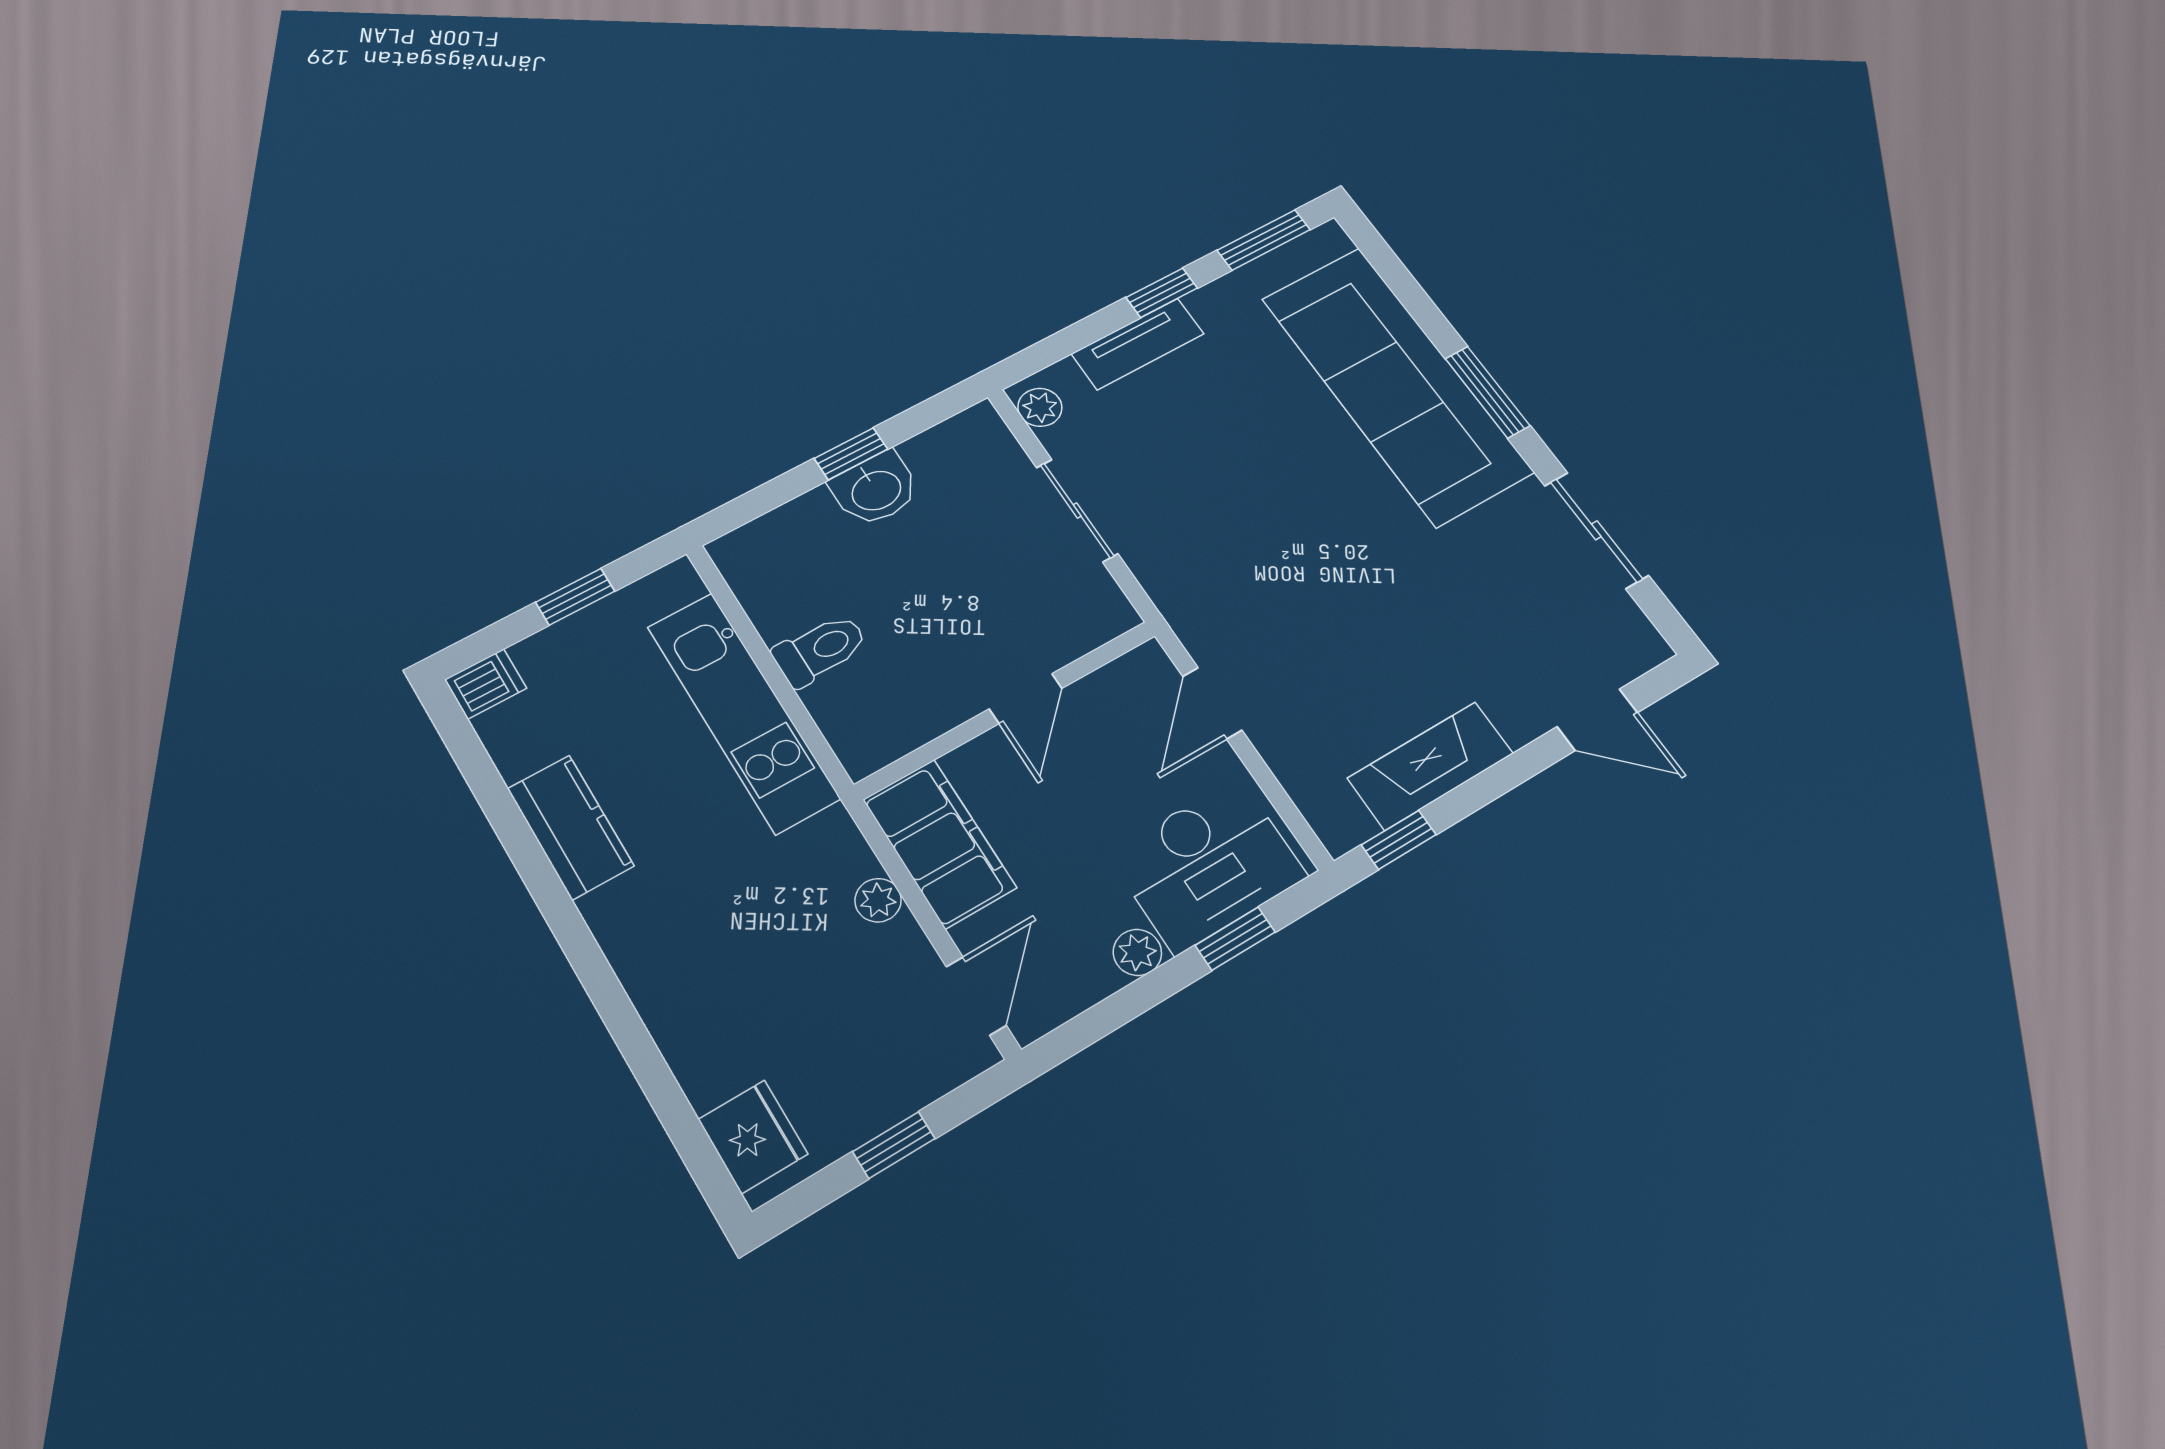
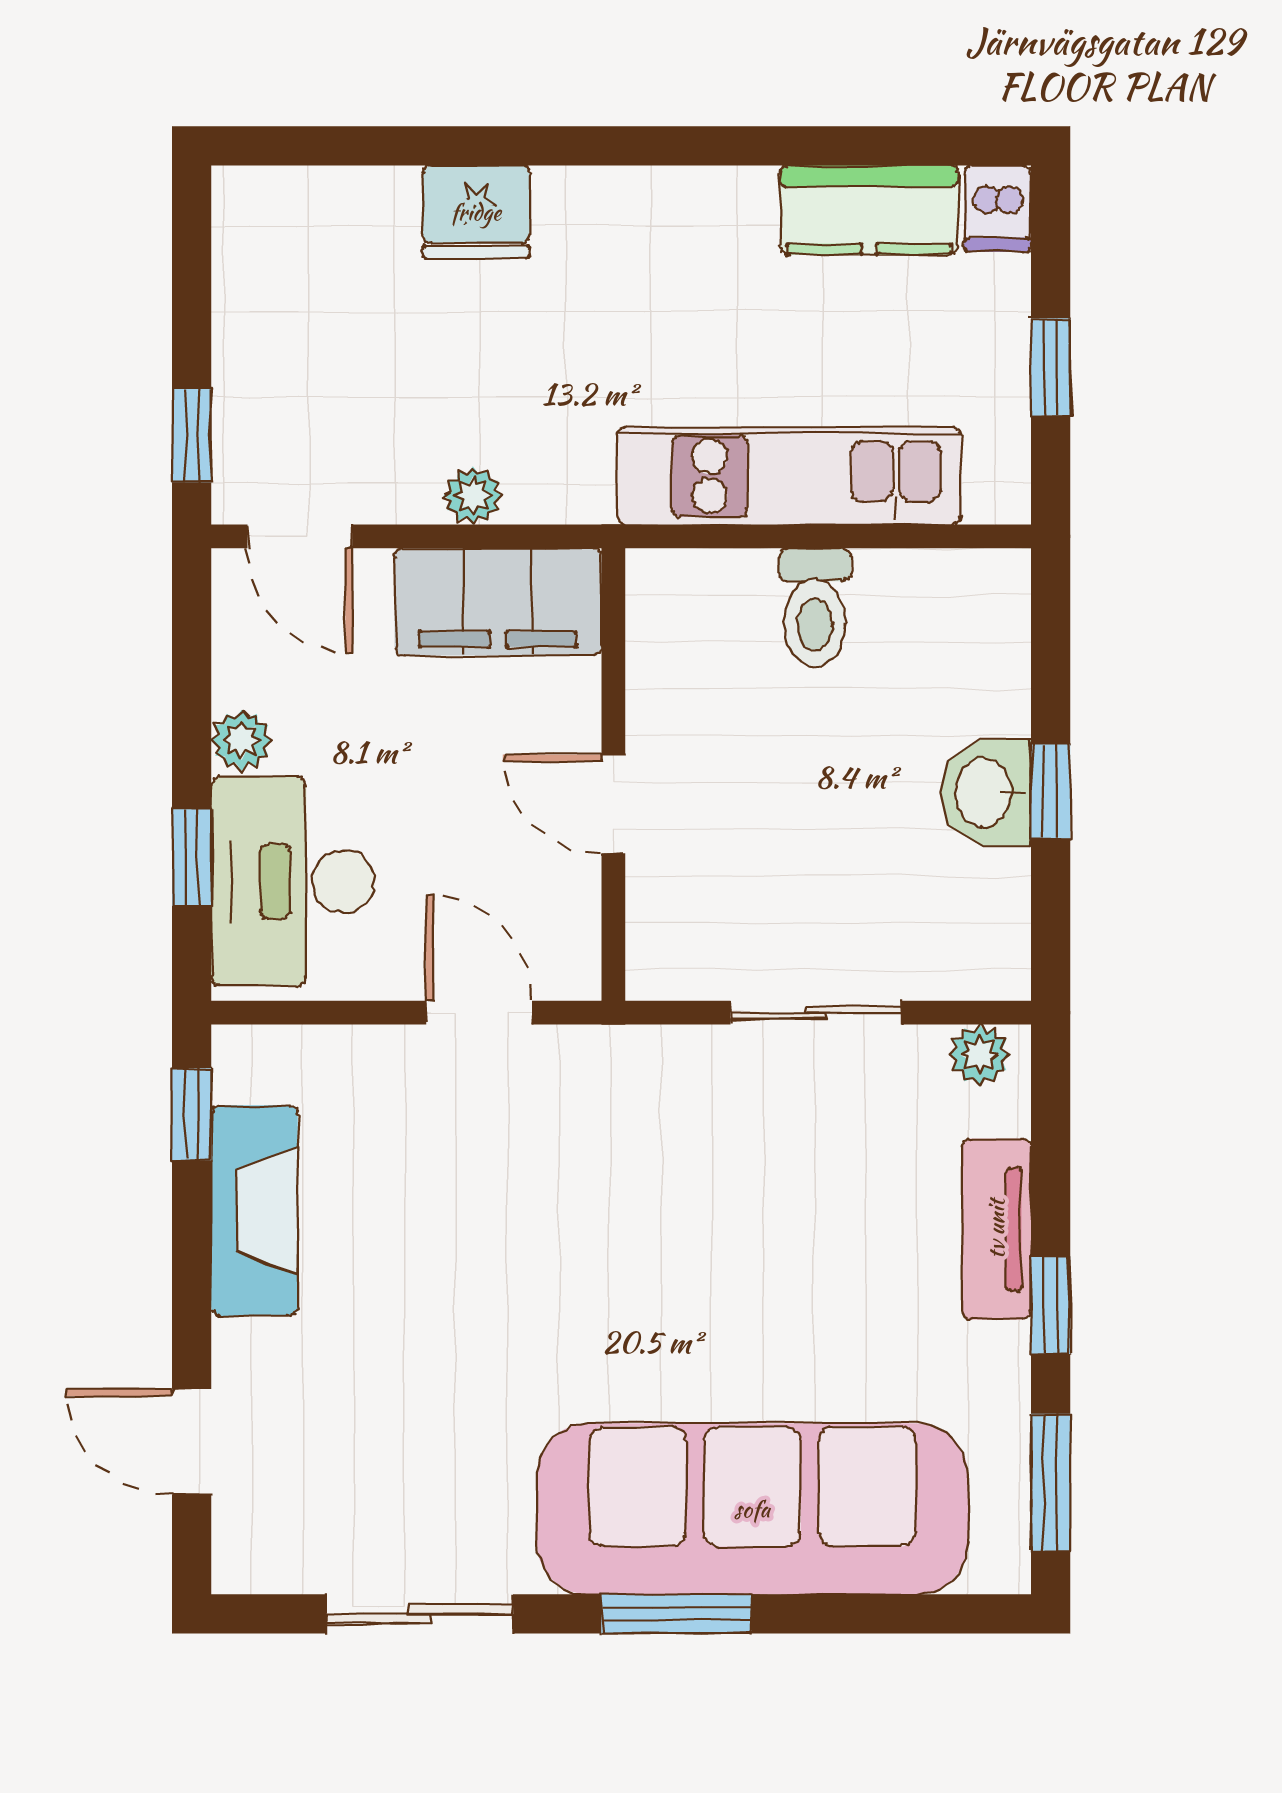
door: (1597, 720) -> (192, 1442), hinge flipped
kitchen counter: (570, 827) -> (869, 210), moved
fridge: (753, 1137) -> (476, 212), moved
window: (894, 1145) -> (192, 436), moved

